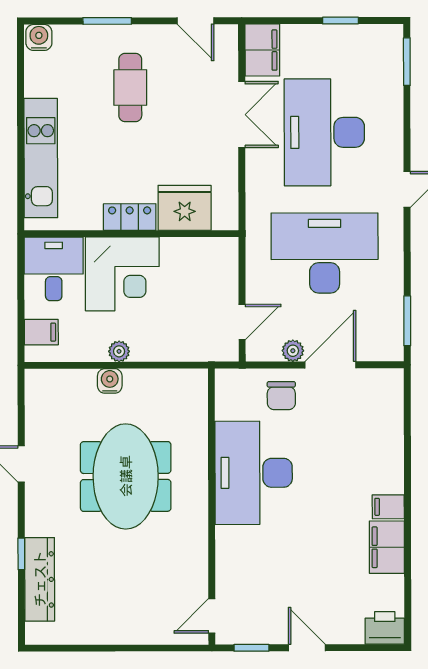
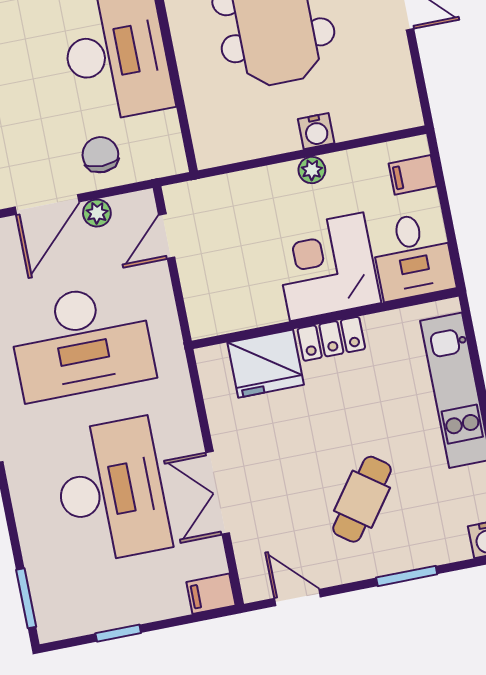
filing cabinet: (262, 50) -> (211, 594), width x0.50
cafe table: (130, 87) -> (362, 499), turned 36

